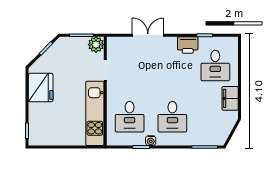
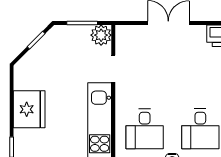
fridge: (41, 87) -> (29, 109), moved

